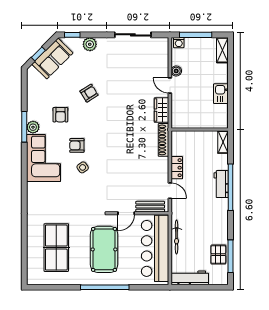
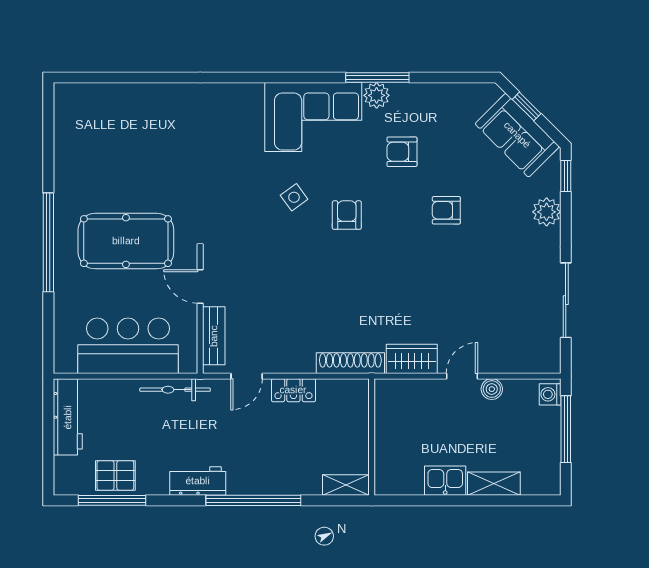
shelving: (222, 50) -> (494, 484), moved
armchair: (89, 93) -> (446, 210), turned 122
armchair: (77, 145) -> (347, 215), moved
workbench: (221, 184) -> (198, 481), moved
bicycle: (177, 237) -> (175, 390), moved
table tennis table: (56, 248) -> (130, 143), removed
bar counter: (155, 248) -> (128, 346), width x0.73

